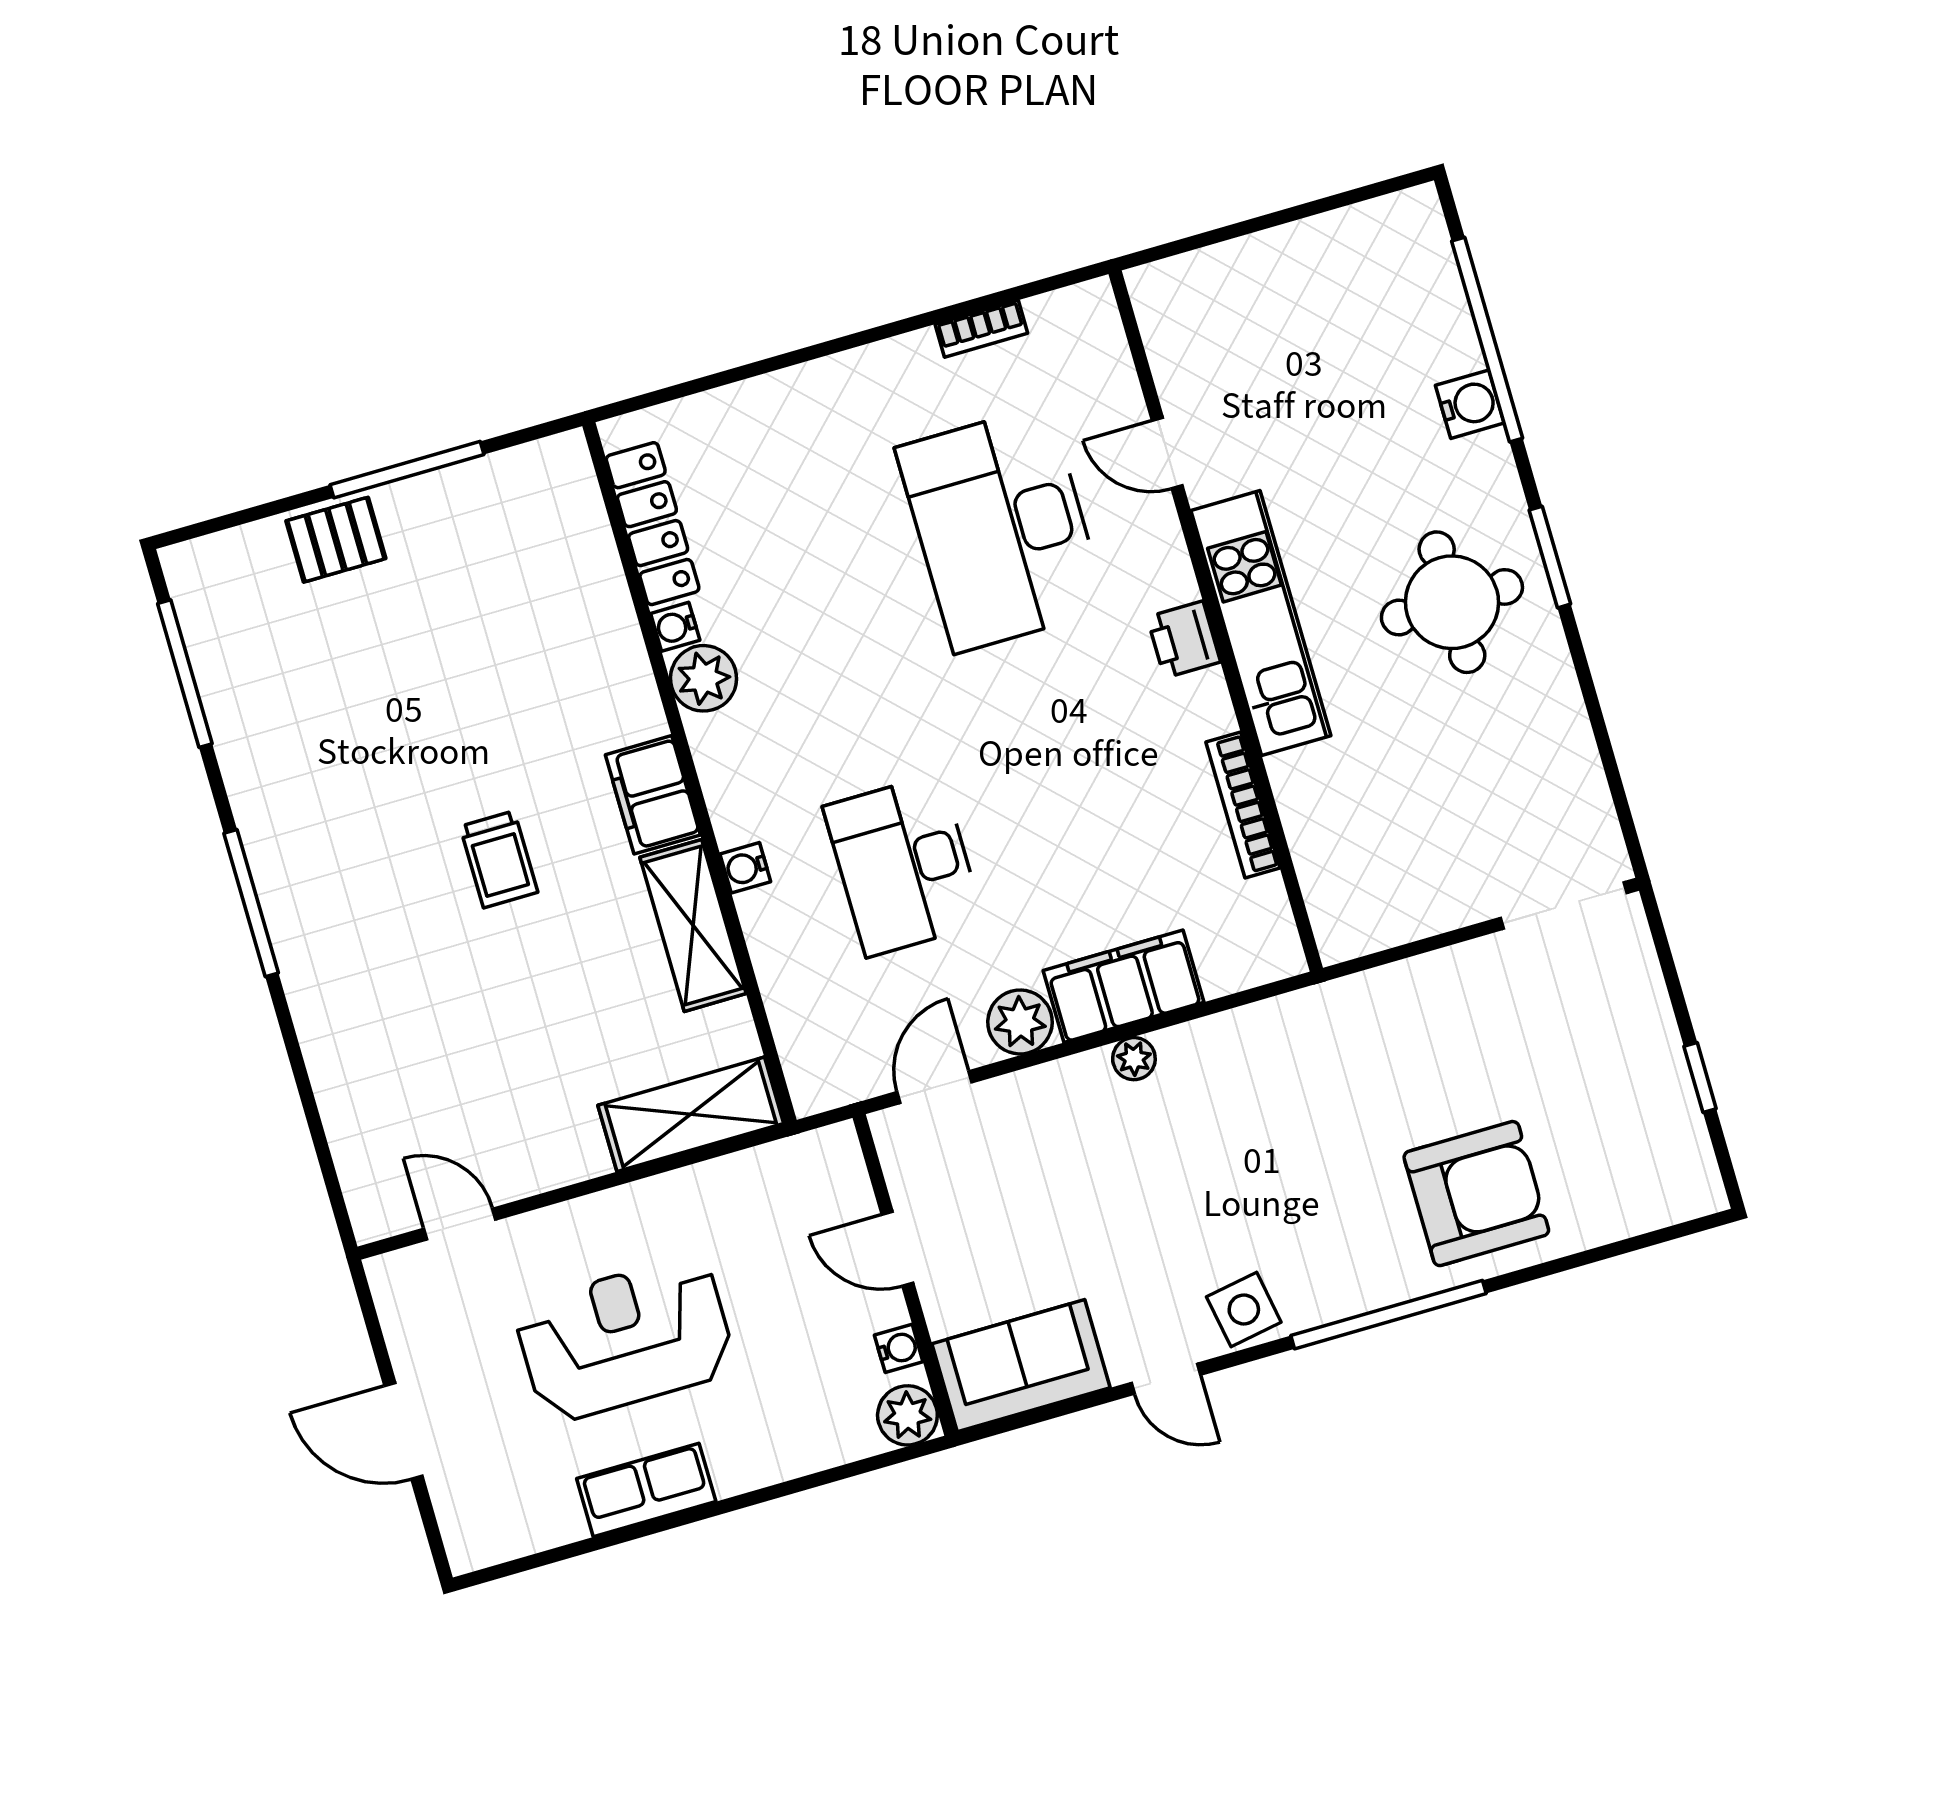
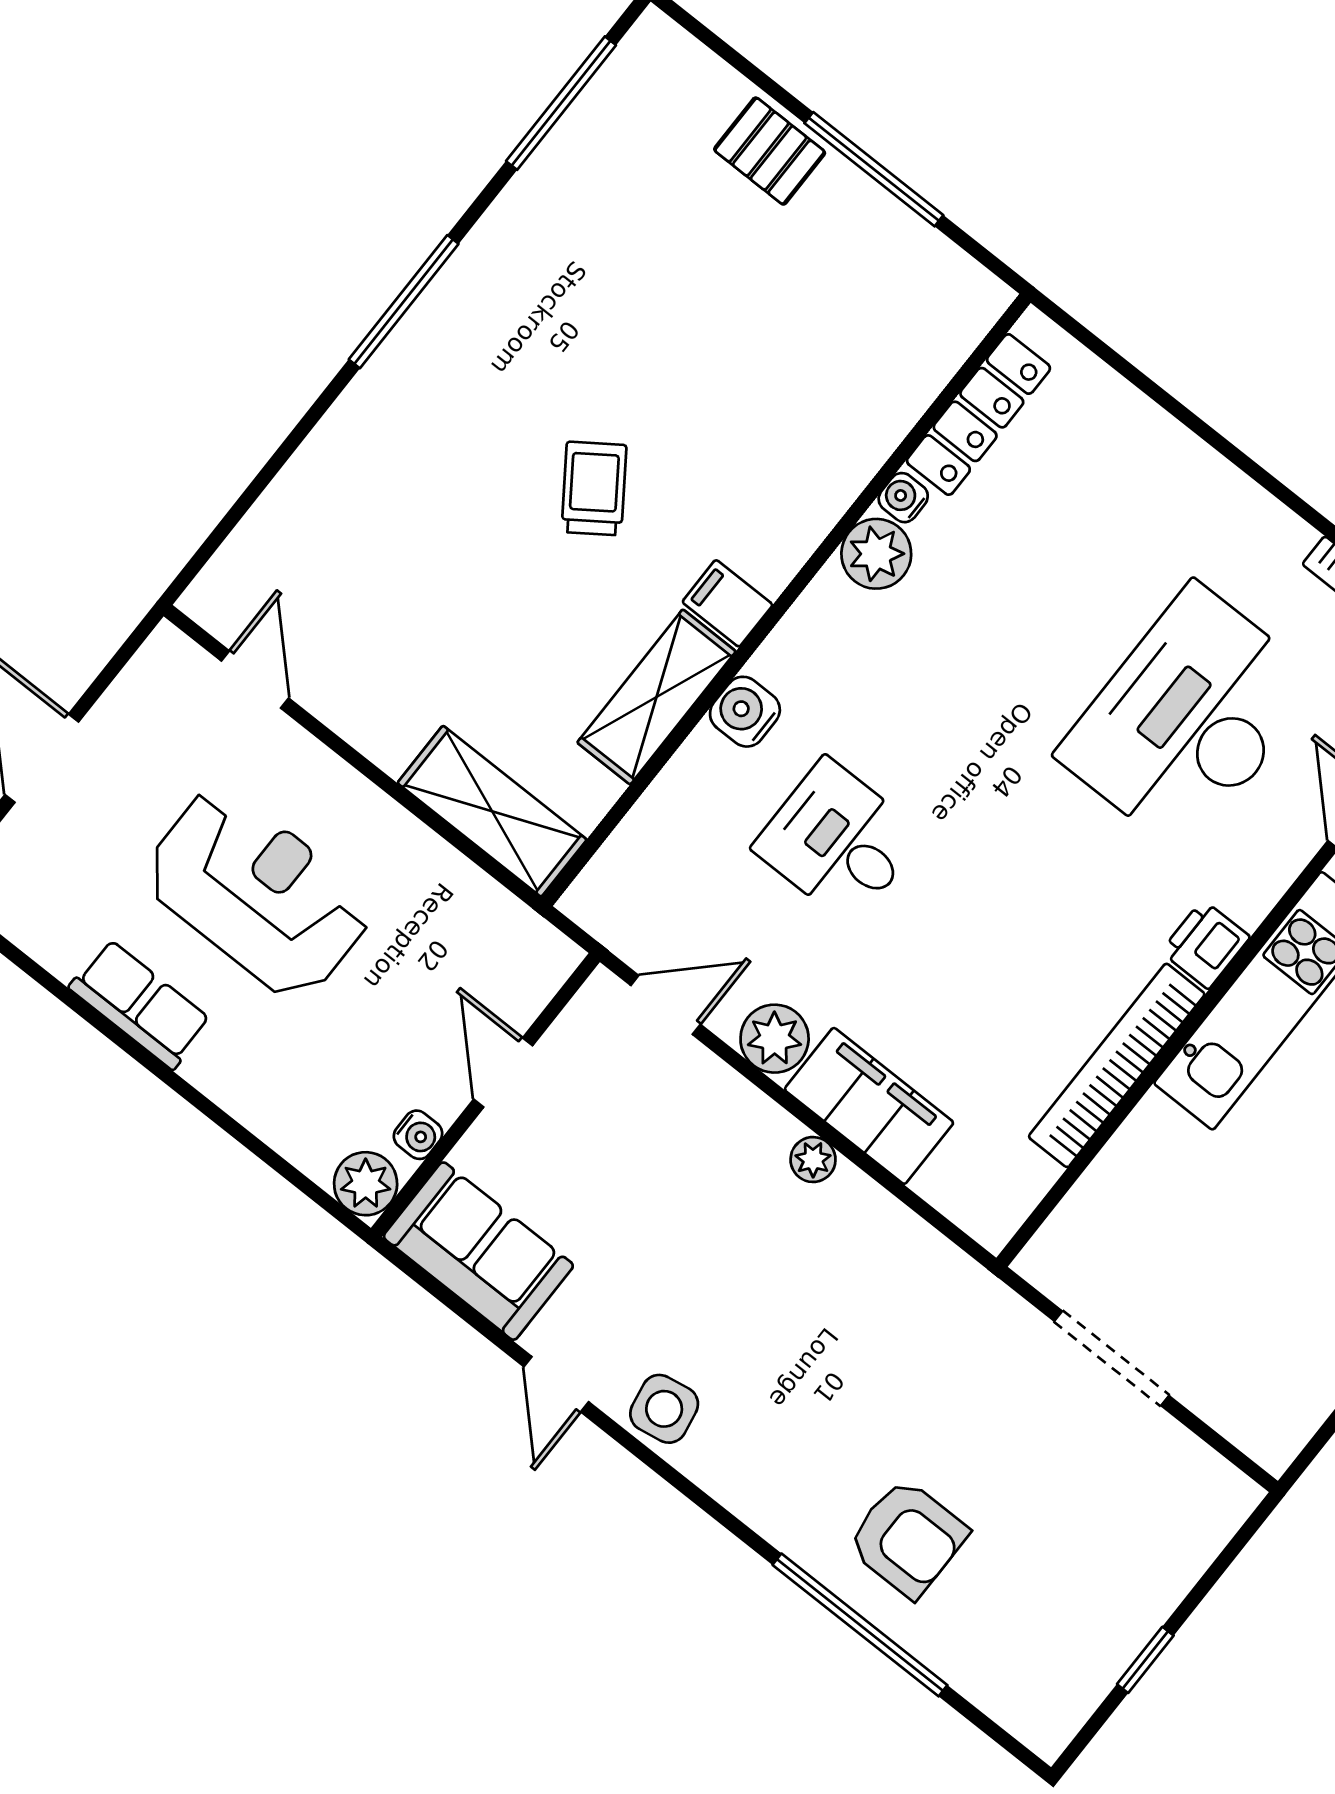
filing cabinet: (653, 795) -> (727, 603), width x0.50
bookcase: (1243, 805) -> (1117, 1065), width x1.48, depth x1.31
trolley: (499, 859) -> (594, 488), turned 145
desk: (904, 865) -> (838, 842), width x0.73
water cooler: (745, 868) -> (745, 712), width x1.38, depth x1.38
doorway: (1564, 906) -> (1112, 1358), moved
armchair: (1476, 1194) -> (907, 1538), width x0.73, depth x0.73
window: (1389, 1315) -> (860, 1625), moved

